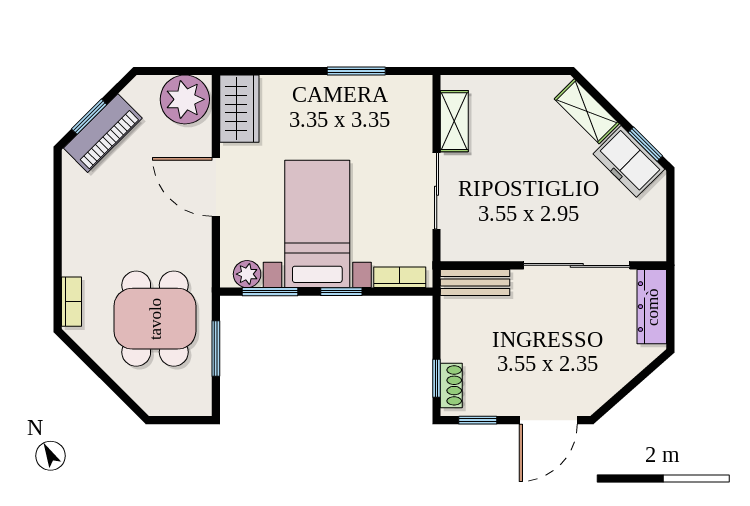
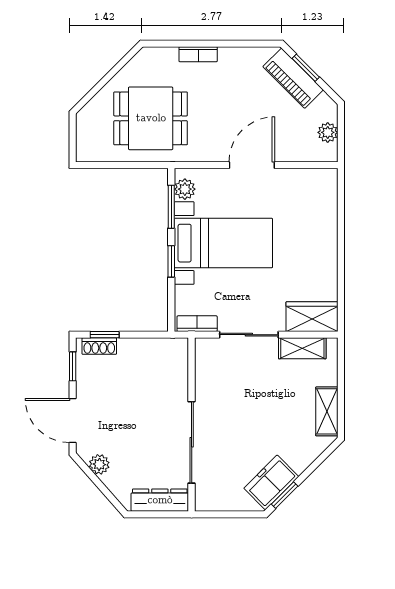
window: (356, 71) -> (341, 273), removed
plant: (185, 99) -> (328, 132), width x0.53, depth x0.53
wardrobe: (239, 109) -> (312, 317), moved, turned 180
shelving: (587, 111) -> (327, 411), moved, turned -45
bookcase: (400, 277) -> (197, 324), moved, turned -90
bench: (475, 282) -> (178, 364), removed
bookcase: (72, 302) -> (198, 54), moved
window: (216, 349) -> (128, 165), removed
plant: (605, 385) -> (99, 464), added

